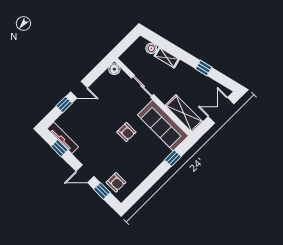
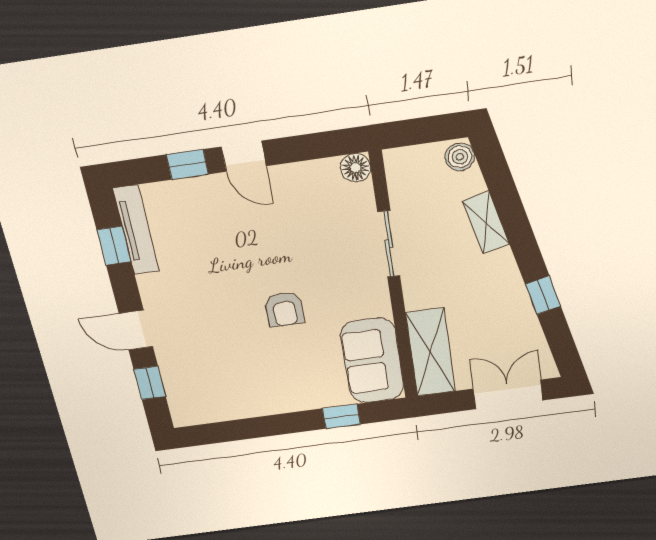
boiler: (151, 48) -> (460, 157), moved
sofa: (163, 125) -> (372, 361), width x0.73
armchair: (116, 182) -> (191, 386), removed

